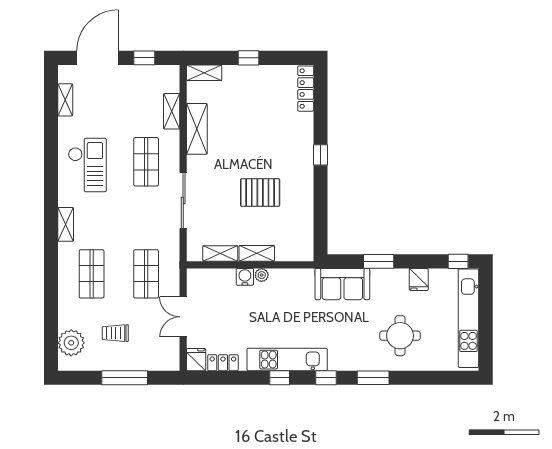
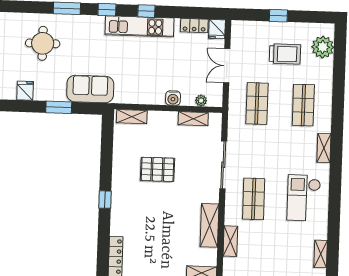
shelving: (257, 253) -> (132, 117), moved
plant: (262, 275) -> (201, 100), moved
double door: (183, 317) -> (227, 66), swing flipped
trolley: (115, 333) -> (285, 54), width x1.36, depth x1.39
window: (125, 378) -> (278, 16), width x0.46

